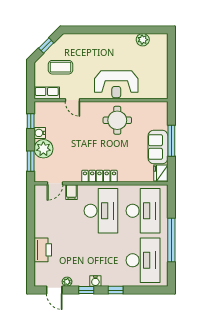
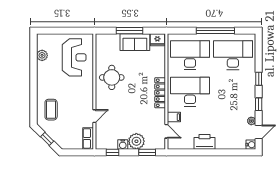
coffee table: (60, 67) -> (51, 110), moved
reception desk: (116, 84) -> (74, 57), moved
printer: (43, 250) -> (205, 142), moved
water cooler: (95, 281) -> (251, 145), moved

